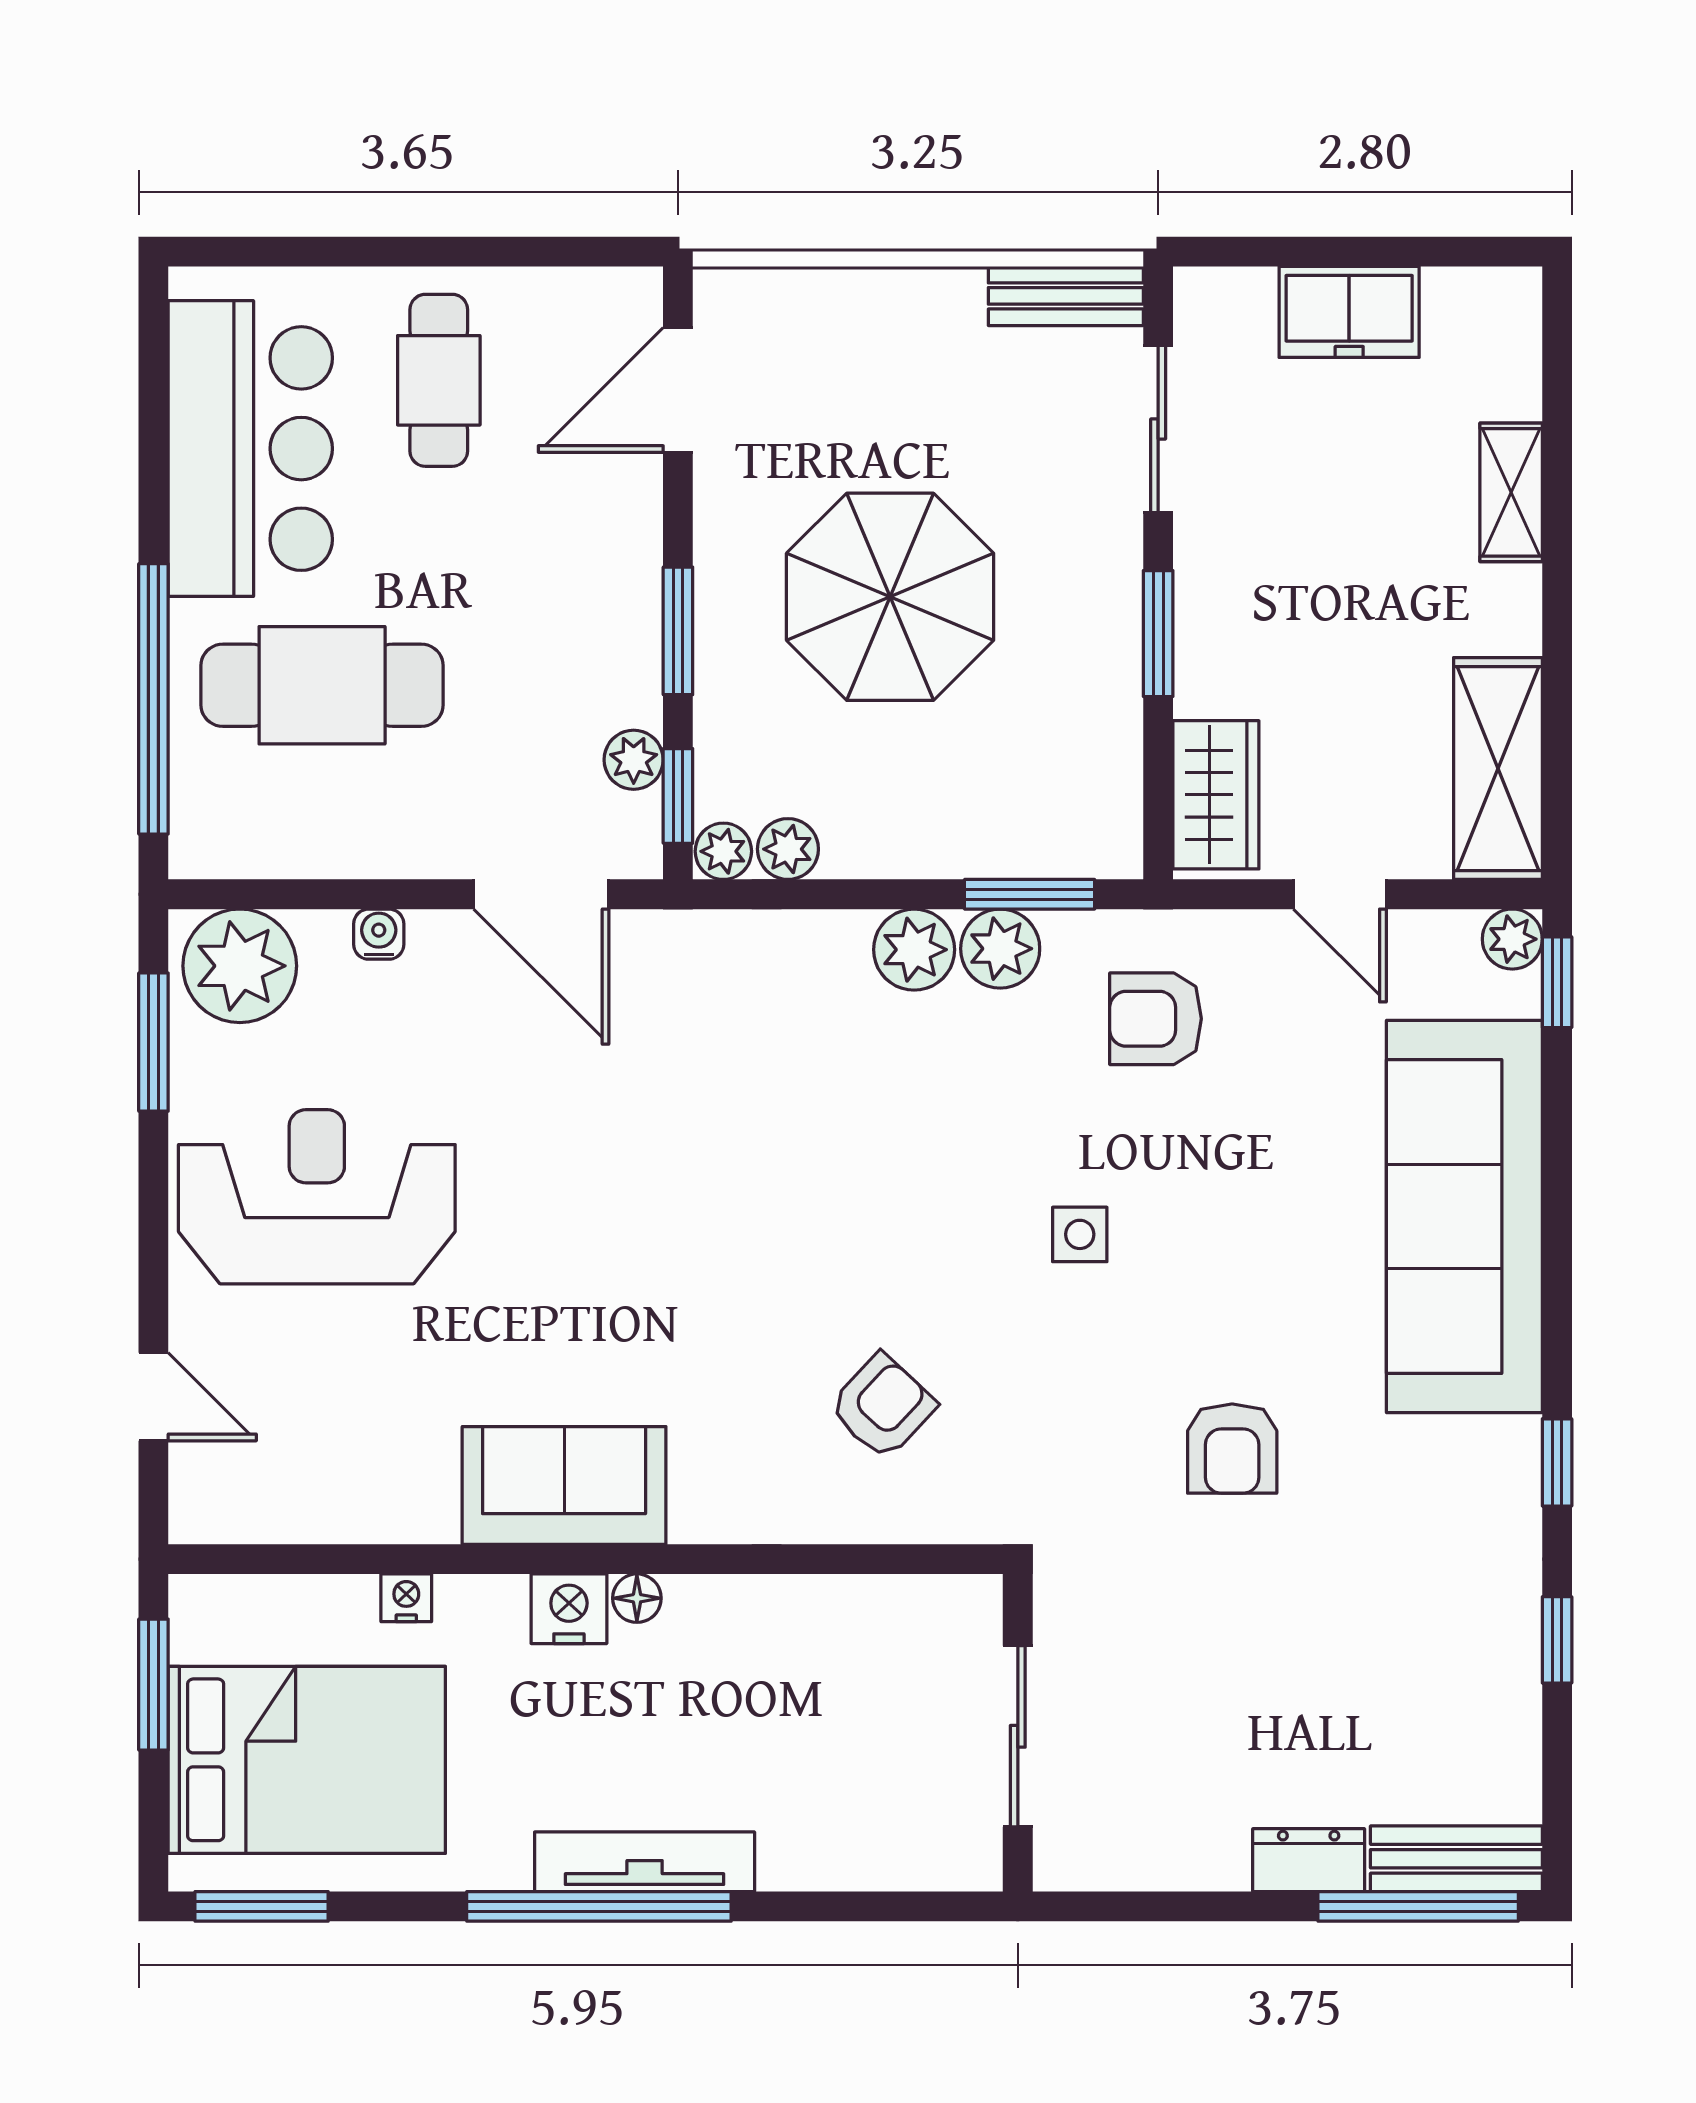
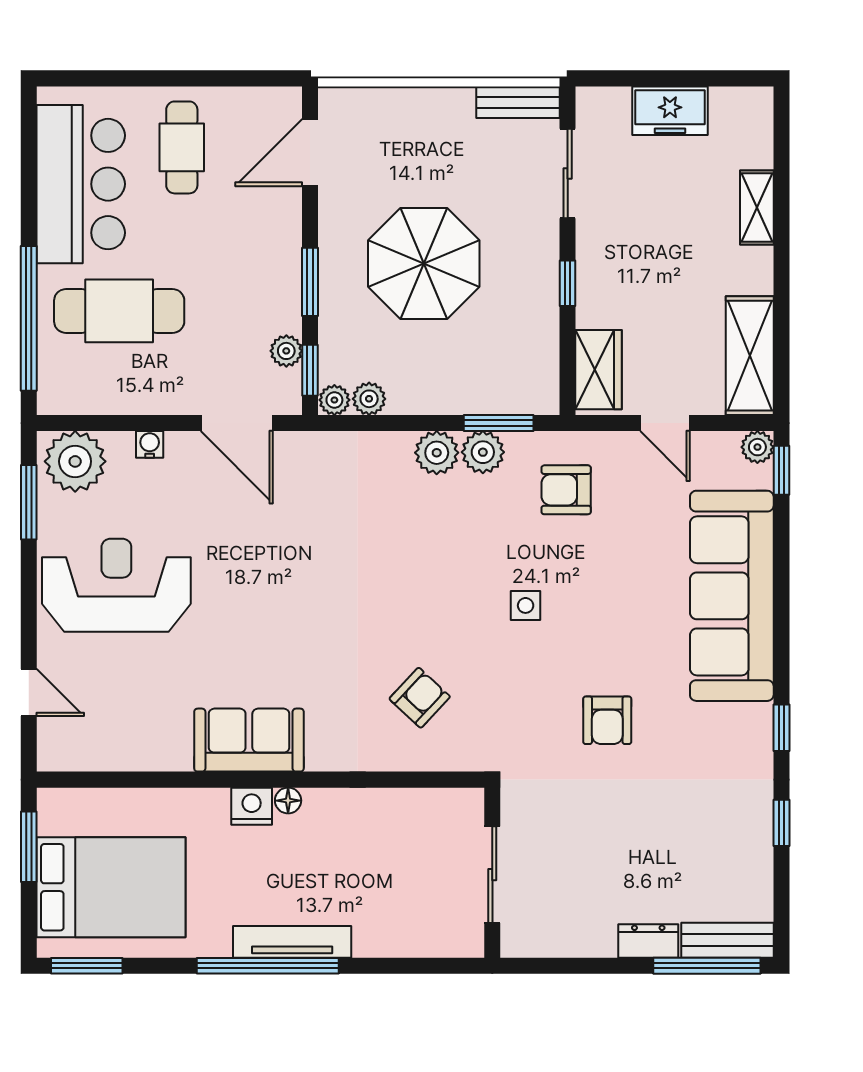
window: (1158, 634) -> (568, 283), width x0.67
nightstand: (406, 1598) -> (164, 800), removed

